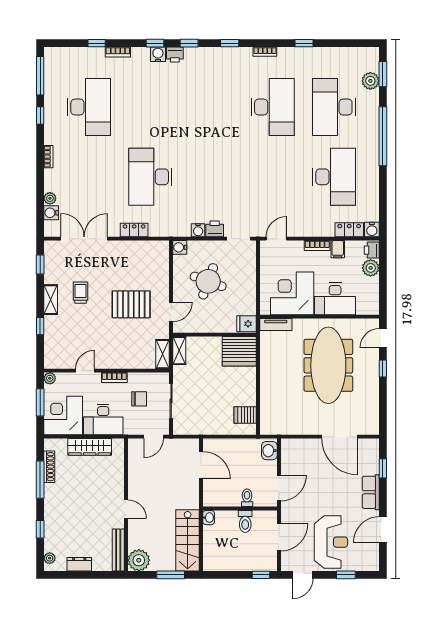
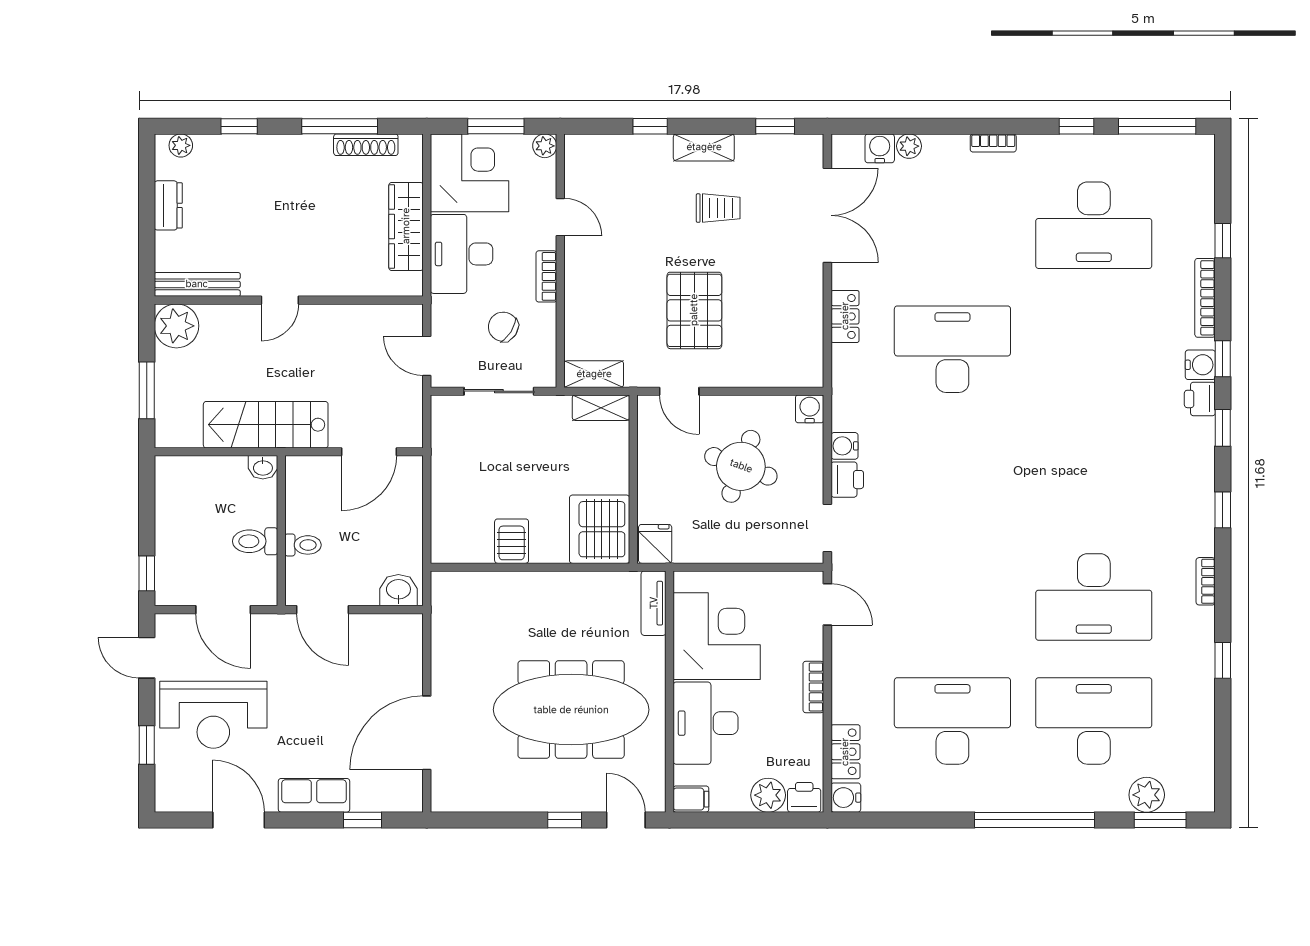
bookcase: (118, 52) -> (1205, 298), width x1.56
desk: (334, 177) -> (952, 721), turned 180
filing cabinet: (338, 249) -> (691, 799), moved, turned 180
chair: (139, 399) -> (503, 327), turned 123
server rack: (245, 415) -> (512, 541), moved
stairs: (188, 540) -> (266, 425), moved

